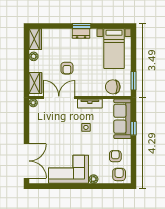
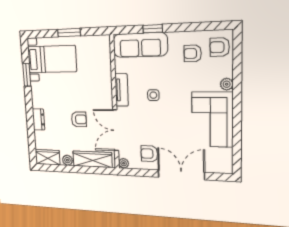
window: (82, 26) -> (27, 75), moved
dresser: (81, 33) -> (38, 119), moved
window: (134, 81) -> (69, 33), moved
wardrobe: (35, 83) -> (92, 159), width x1.50
chair: (113, 87) -> (99, 60), removed
armchair: (42, 123) -> (149, 154), added
double door: (27, 161) -> (181, 175), moved

